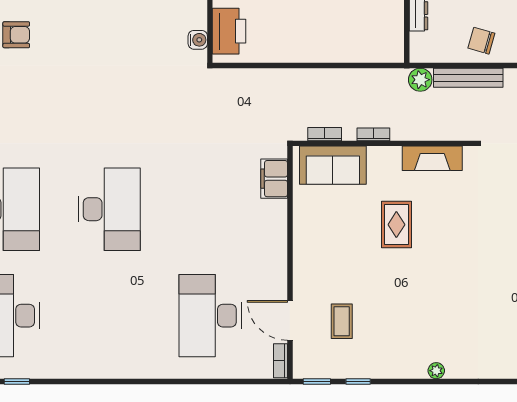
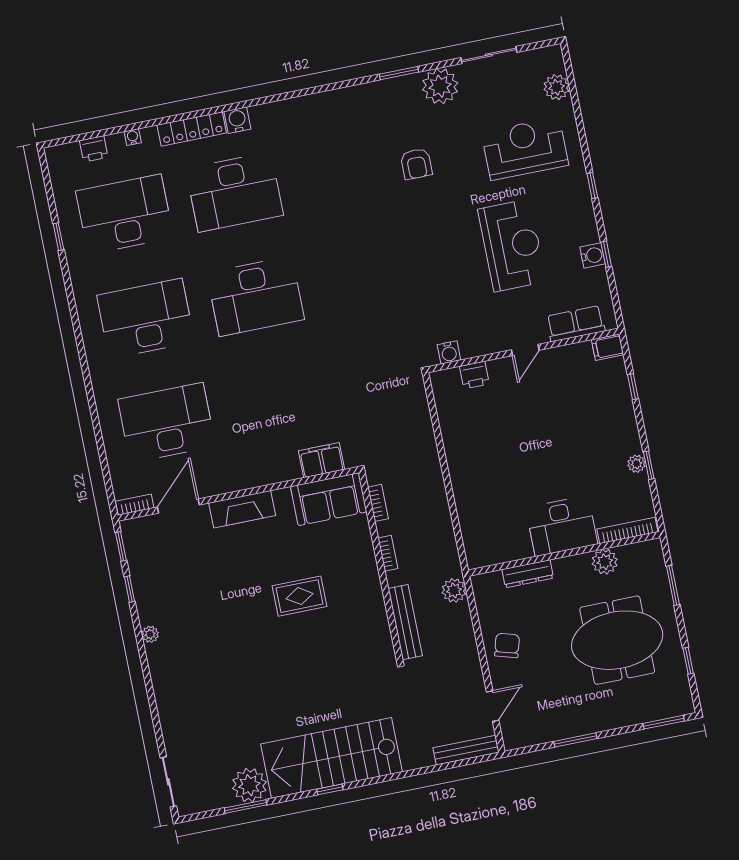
printer: (229, 31) -> (474, 375), width x0.53, depth x0.68
bench: (468, 78) -> (405, 622), moved
fireplace: (432, 158) -> (242, 509), moved, turned -90
sofa: (333, 165) -> (329, 499), moved, turned -90
desk: (109, 316) -> (146, 318), added
coffee table: (342, 321) -> (188, 560), removed
plant: (436, 371) -> (150, 634), moved

